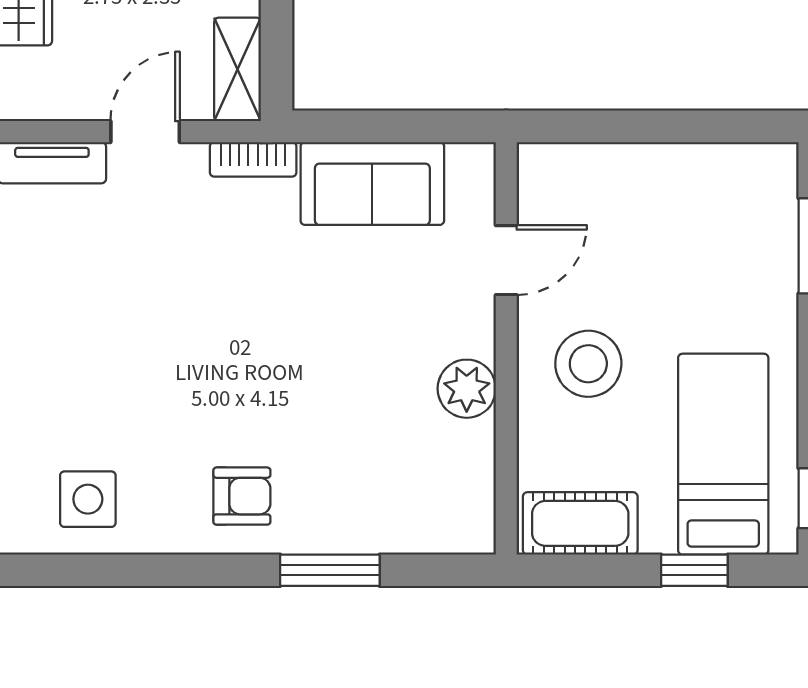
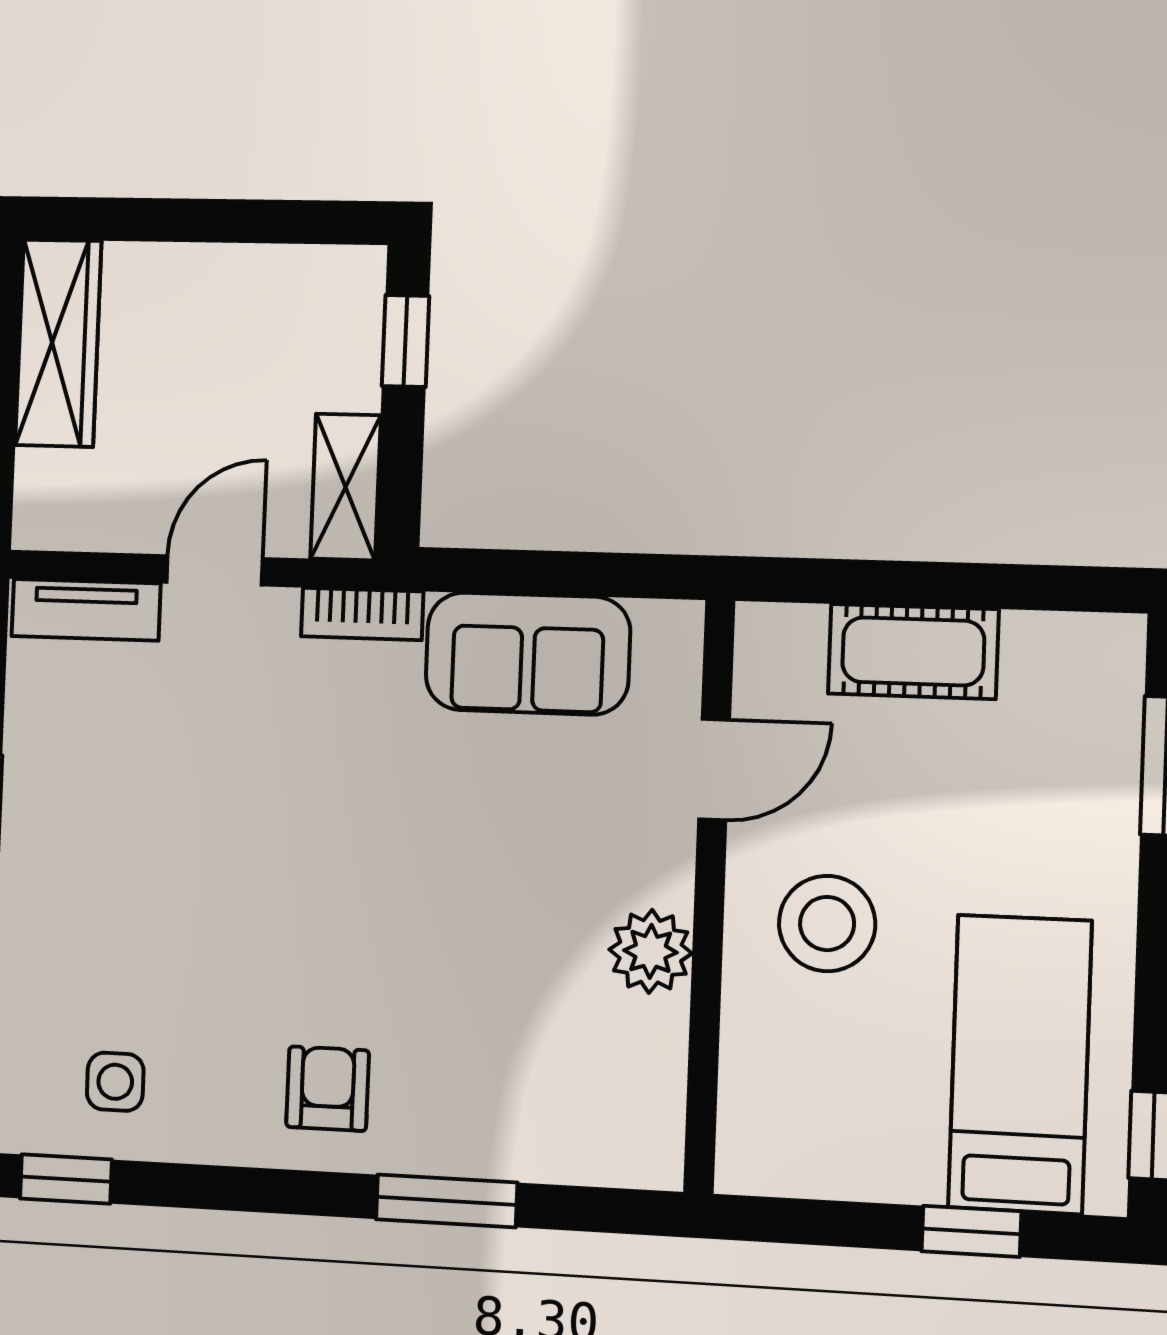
armchair: (242, 496) -> (328, 1089), turned -90
side table: (88, 499) -> (115, 1082), width x0.73, depth x0.73
cot: (580, 523) -> (913, 651), moved
window: (55, 570) -> (66, 1179), added

